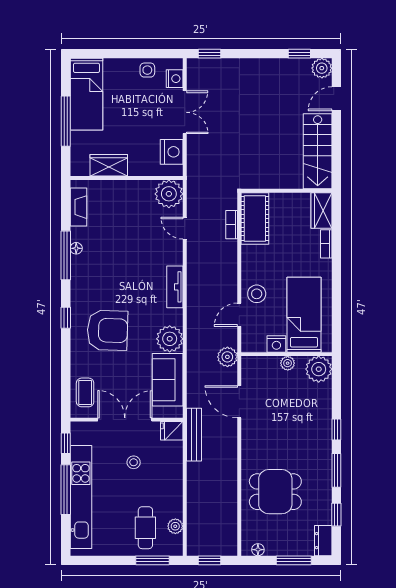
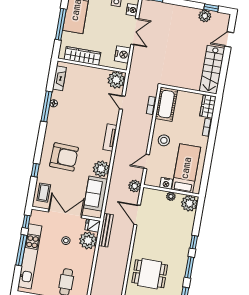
plant: (322, 68) -> (205, 16), moved
wardrobe: (109, 165) -> (82, 56), width x1.50
stool: (257, 294) -> (164, 140), moved
window: (66, 318) -> (35, 170), moved
plant: (175, 526) -> (88, 240), moved, width x1.88, depth x1.88

